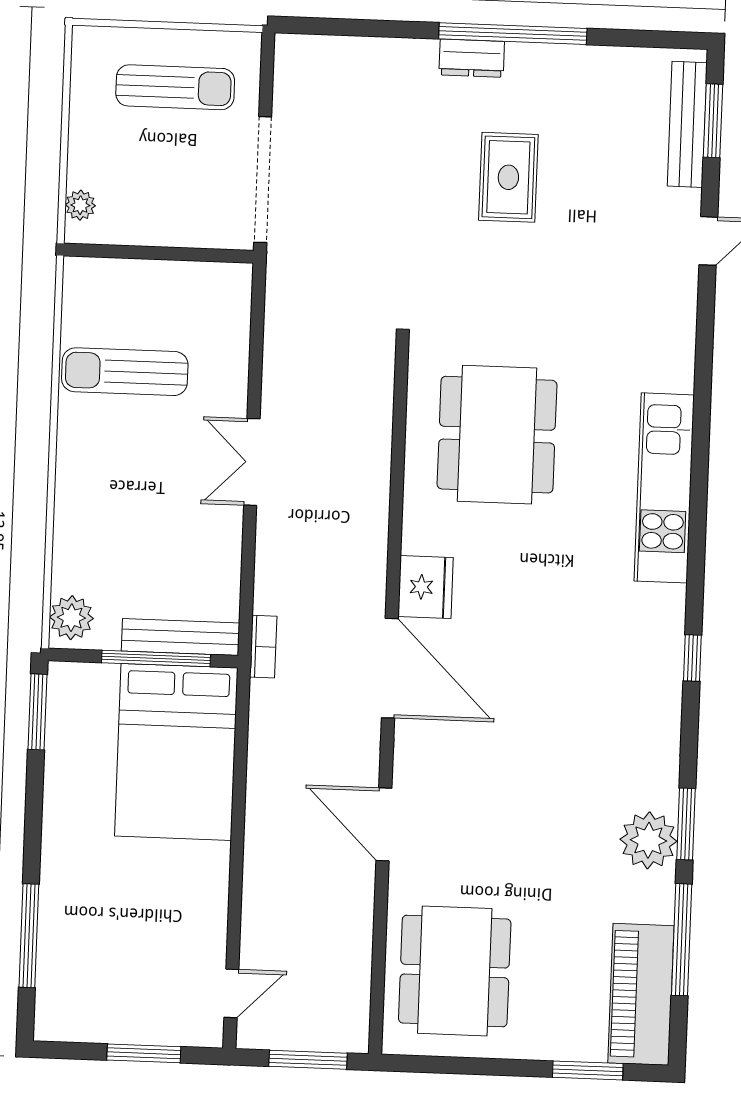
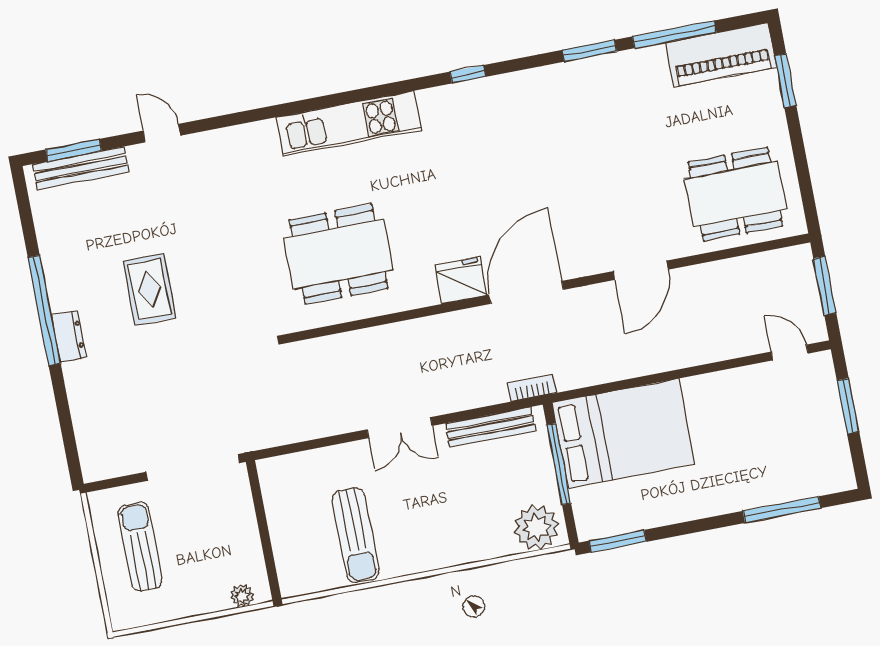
rug: (508, 177) -> (149, 289), turned 90
plant: (71, 618) -> (536, 528), width x1.36, depth x1.36
bench: (181, 637) -> (491, 427), moved, turned 90
plant: (648, 840) -> (608, 75), removed

